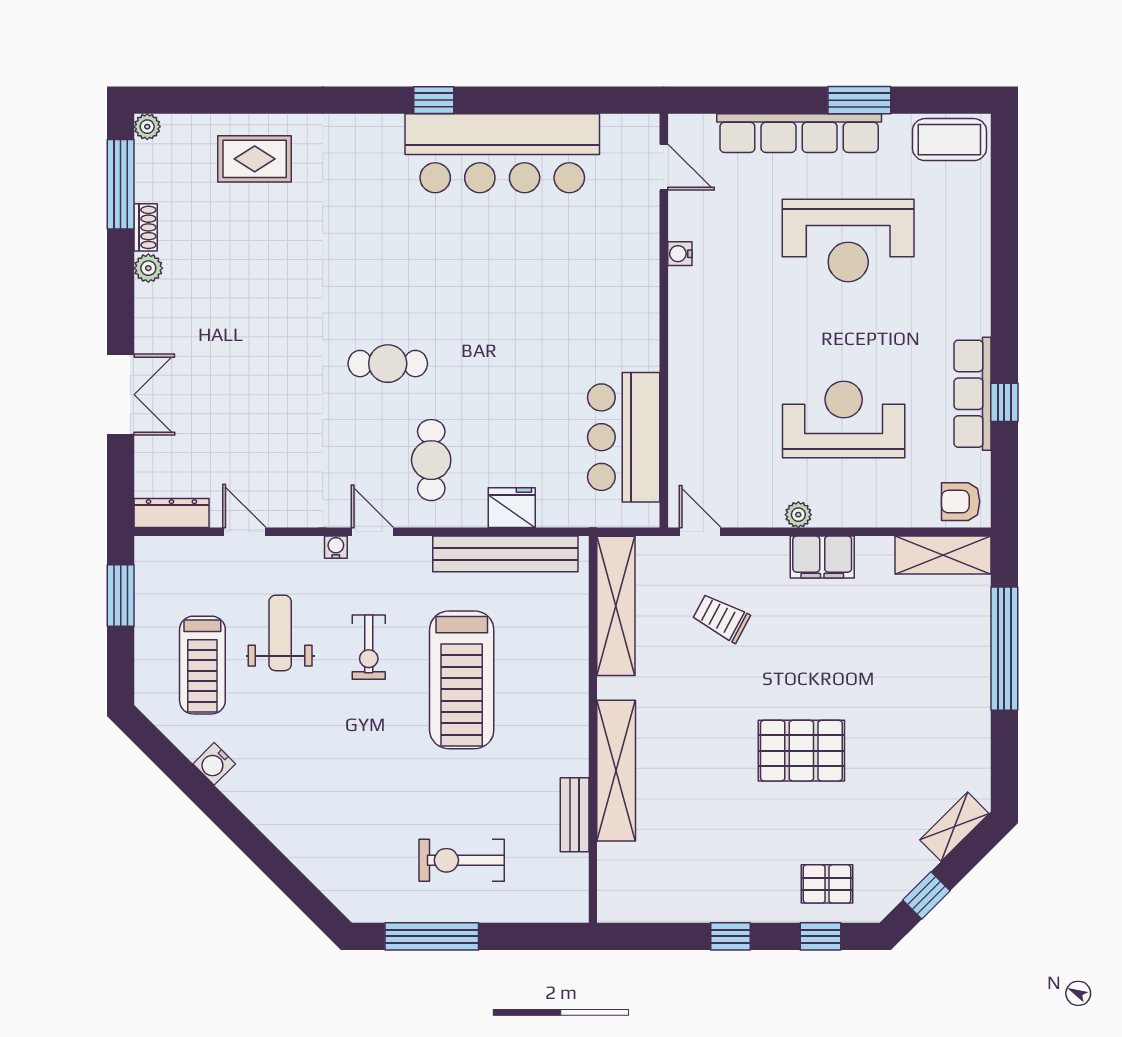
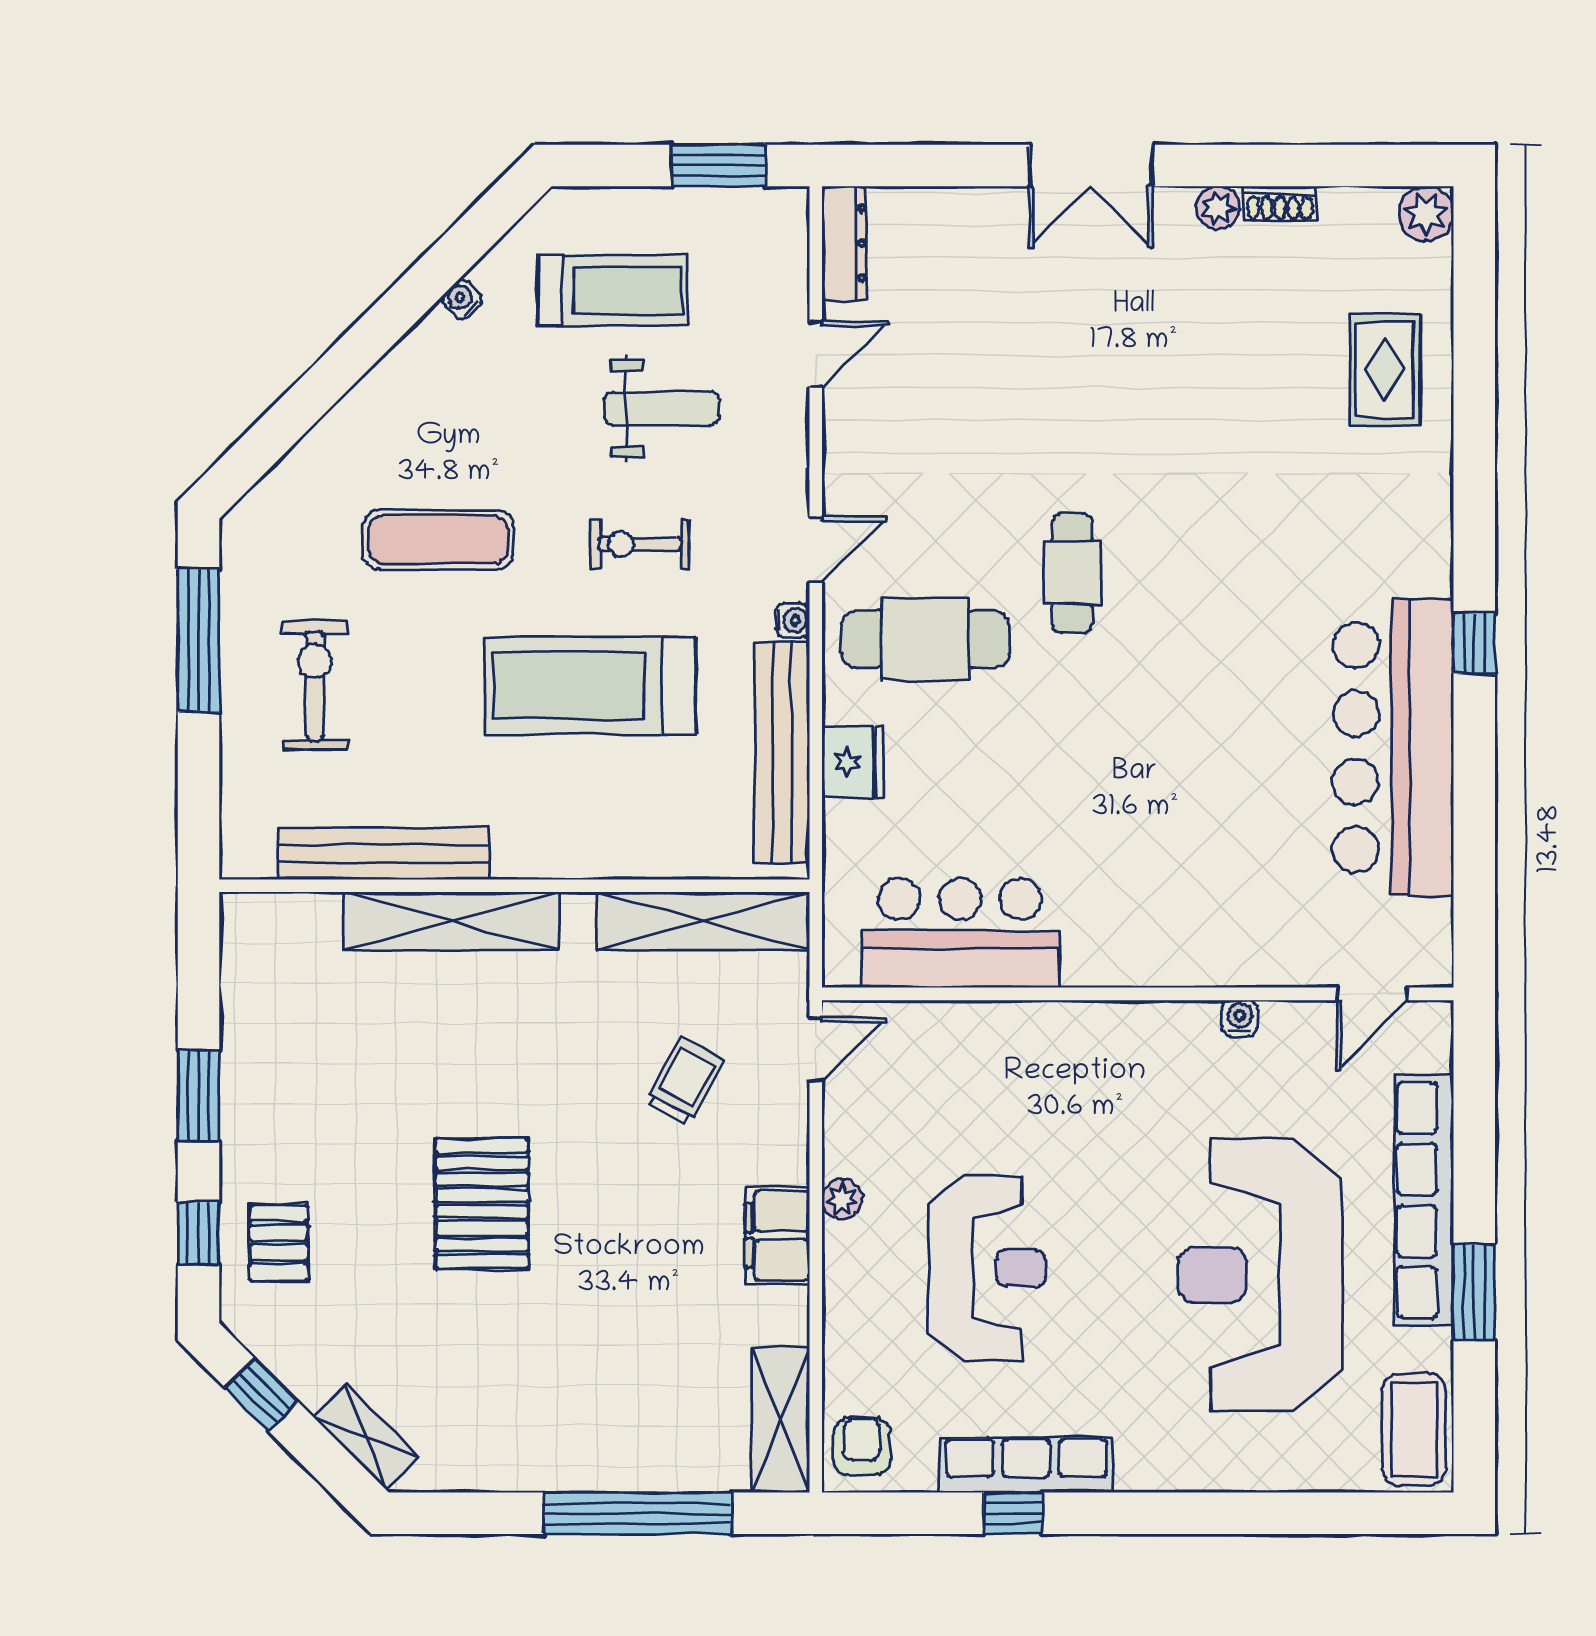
plant: (147, 127) -> (1426, 214), width x1.38, depth x1.38
window: (121, 184) -> (1346, 165), removed
reception desk: (848, 240) -> (1260, 1275), width x1.36, depth x1.30
double door: (121, 395) -> (1091, 165), moved
cafe table: (431, 460) -> (925, 639), width x1.37, depth x1.35
water cooler: (336, 547) -> (792, 620), moved
treadmill: (202, 665) -> (613, 290), turned 180
water cooler: (214, 764) -> (462, 299), width x0.72, depth x0.72
exercise mat: (366, 779) -> (438, 540), added
bench: (575, 815) -> (384, 853), width x1.86, depth x1.21
window: (730, 936) -> (199, 1096), width x1.50

